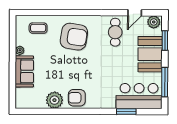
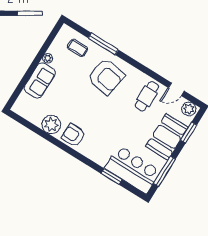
window: (56, 13) -> (103, 44), added

